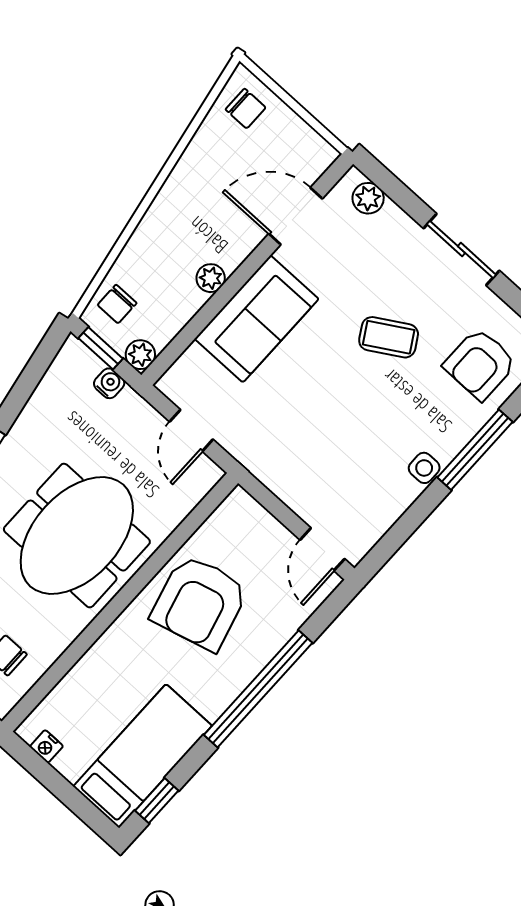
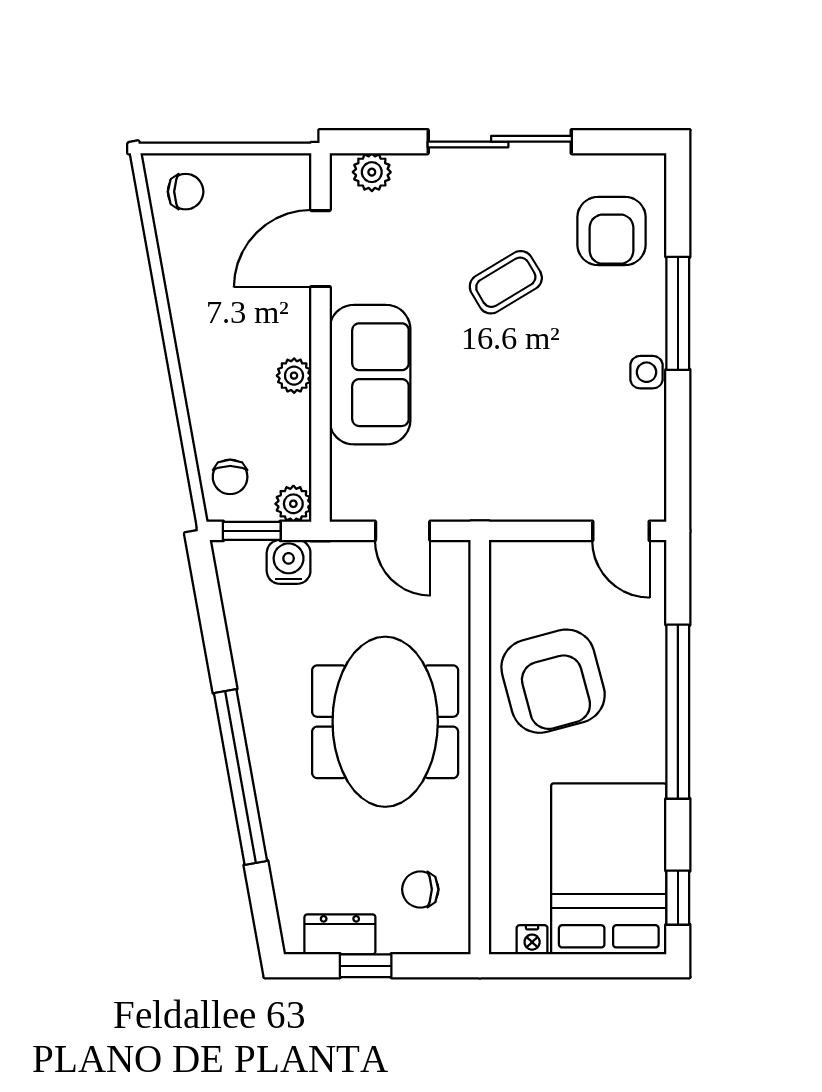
sliding door: (461, 250) -> (500, 142), width x1.37
water cooler: (109, 383) -> (289, 562), width x1.38, depth x1.38
bed: (143, 756) -> (609, 869), width x1.50

